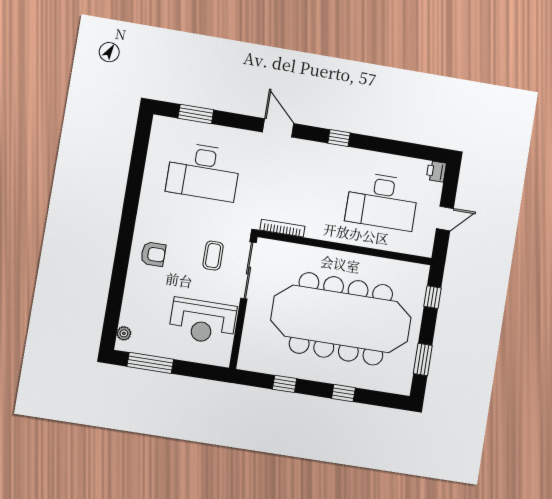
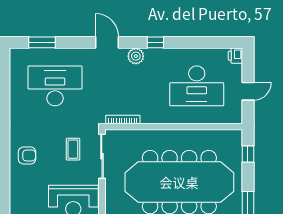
plant: (312, 151) -> (136, 56), added
desk: (203, 172) -> (55, 86), turned 180

